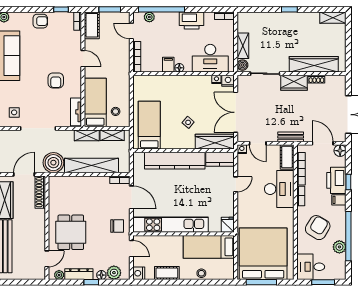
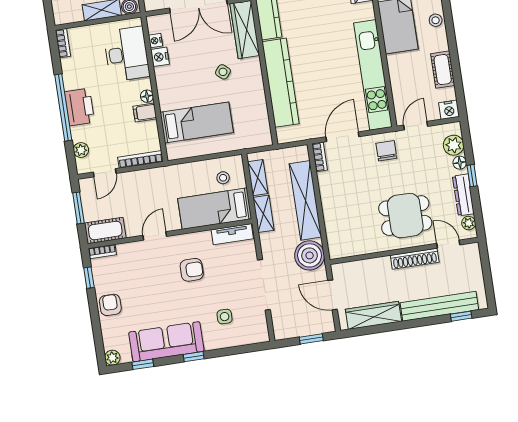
window: (162, 9) -> (63, 108), moved
printer: (192, 20) -> (80, 107), moved
nightstand: (228, 81) -> (160, 57), moved
side table: (14, 112) -> (225, 317), moved
bed: (149, 125) -> (197, 122), moved, turned 180
shoe rack: (40, 192) -> (415, 259), moved

